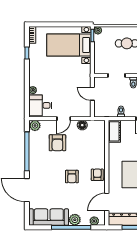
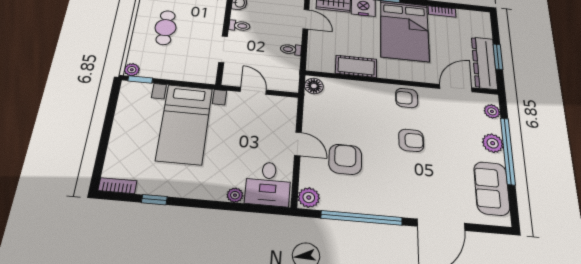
bed with nightstands: (69, 45) -> (185, 124), moved
door: (92, 94) -> (253, 91), swing flipped
floor lamp: (82, 125) -> (314, 86), moved
cot: (114, 131) -> (356, 66), moved
armchair: (57, 143) -> (345, 159), turned -90
door: (107, 202) -> (456, 88), swing flipped
sofa: (49, 217) -> (492, 188), width x0.73

